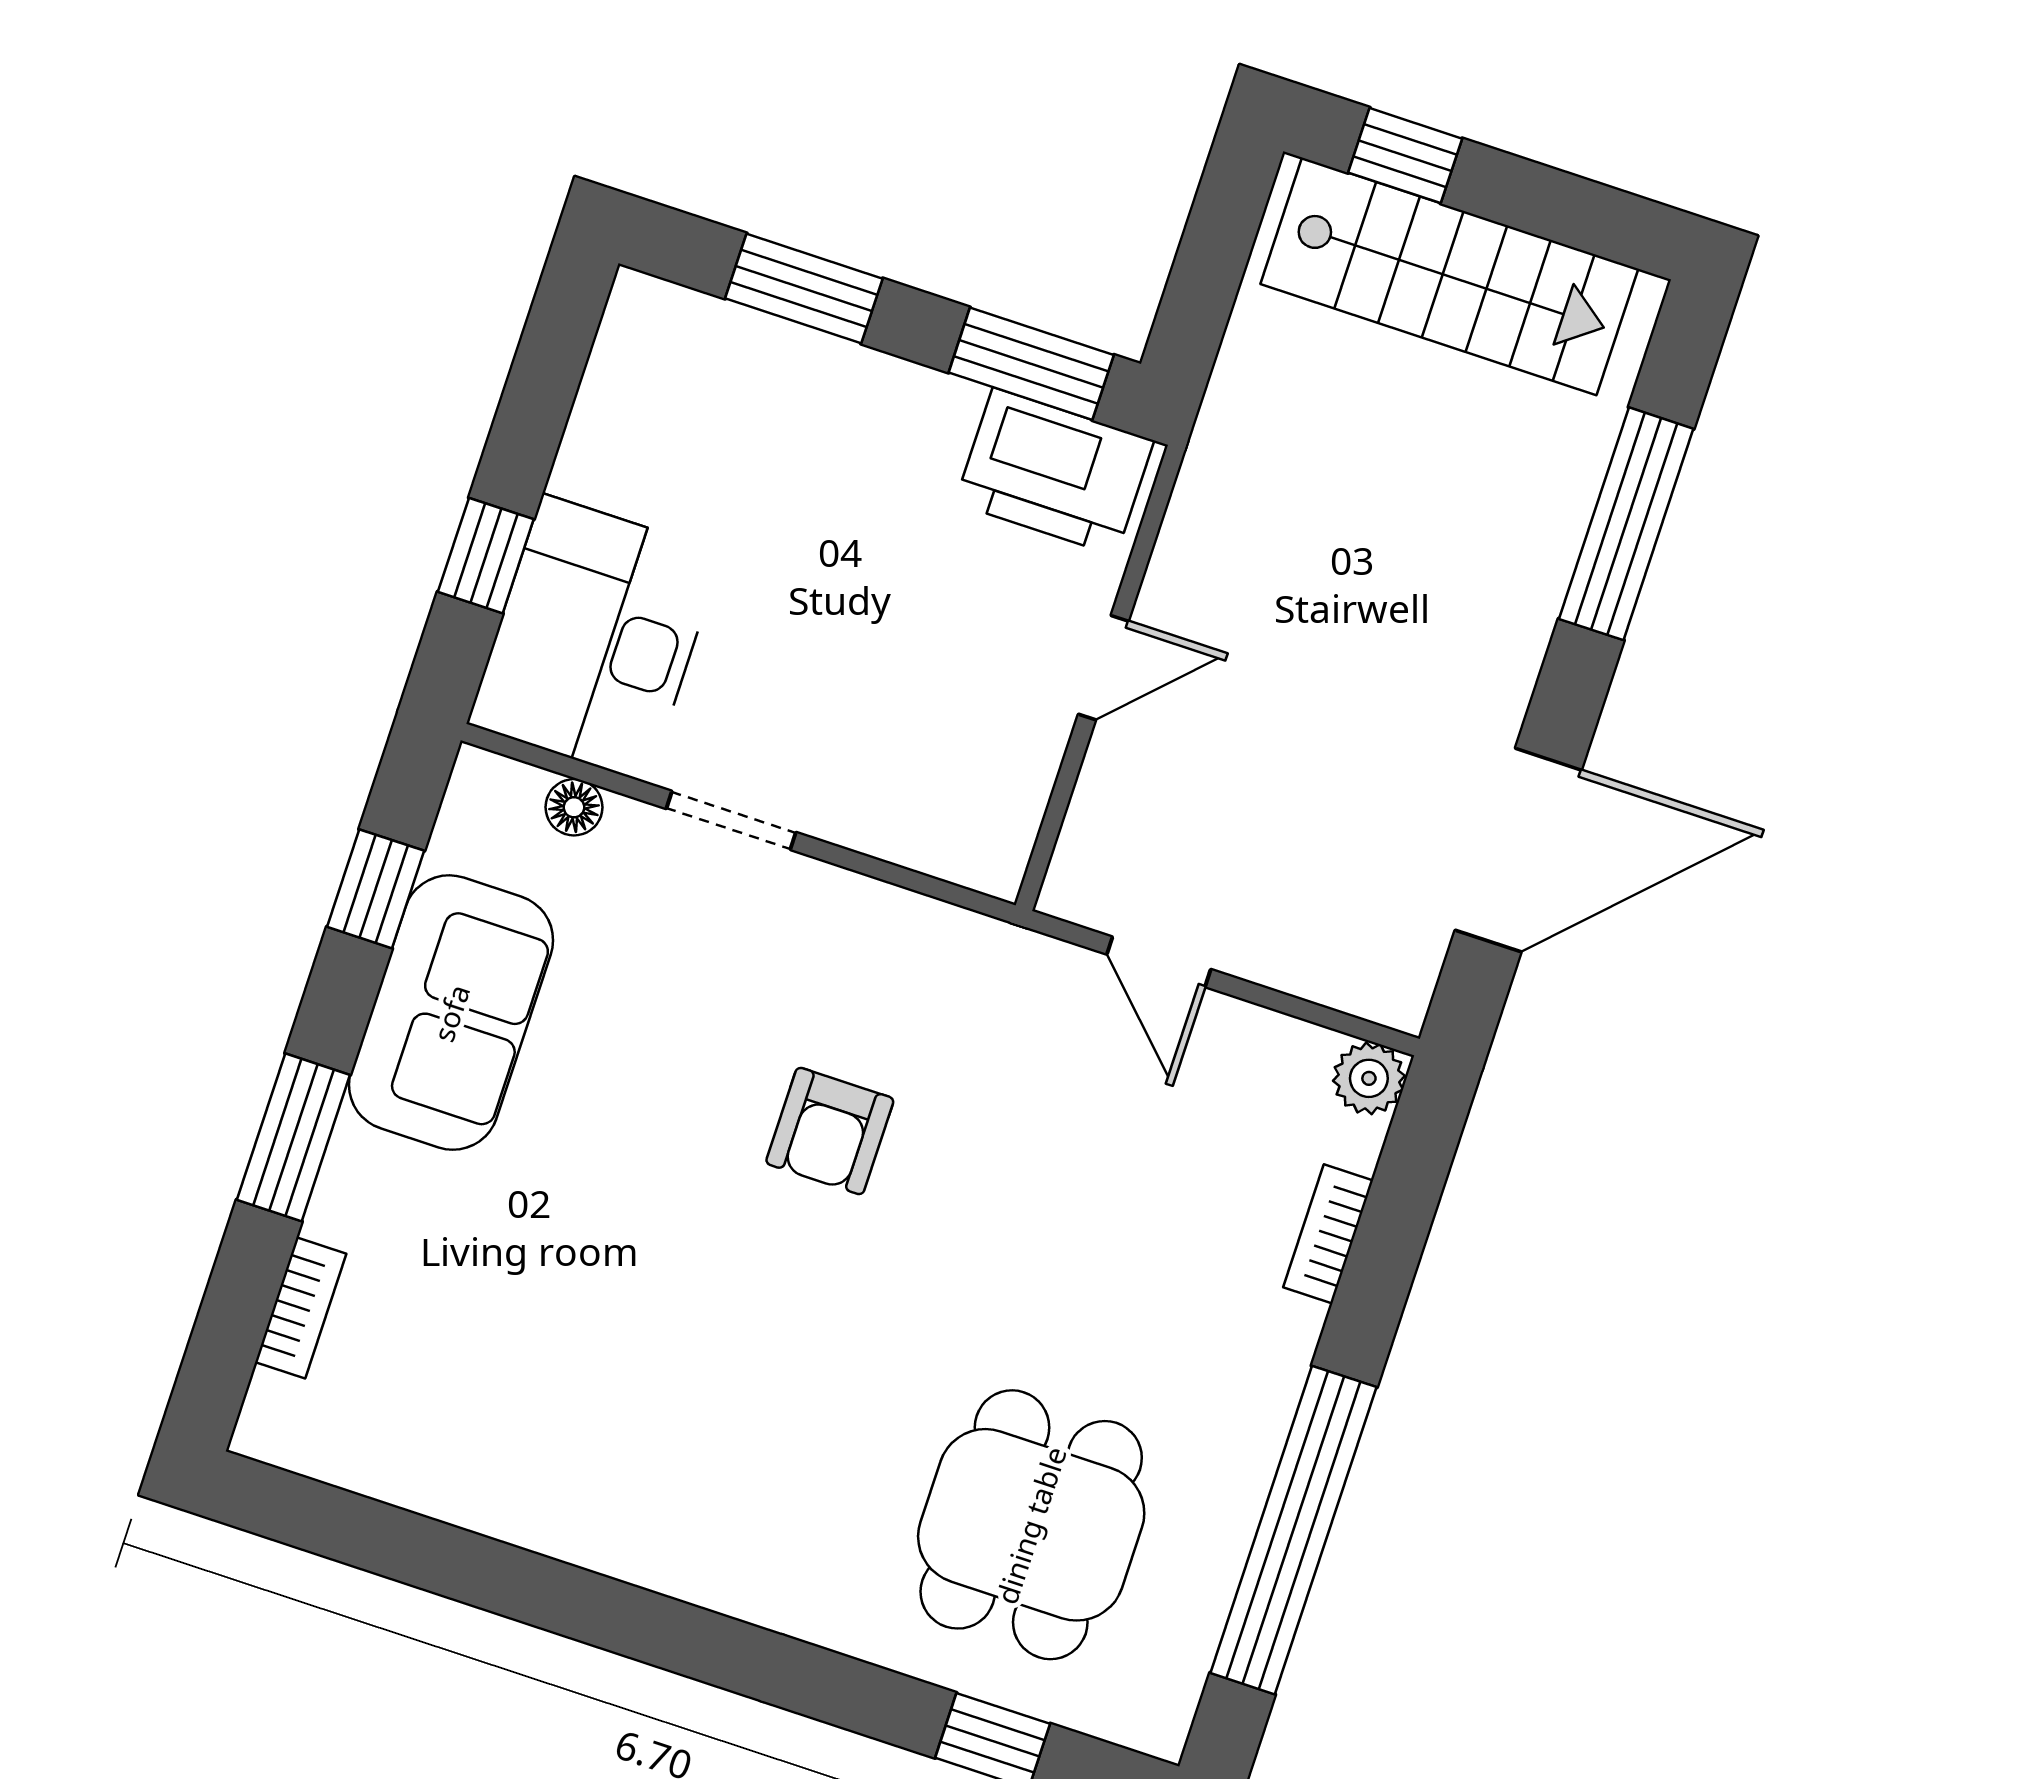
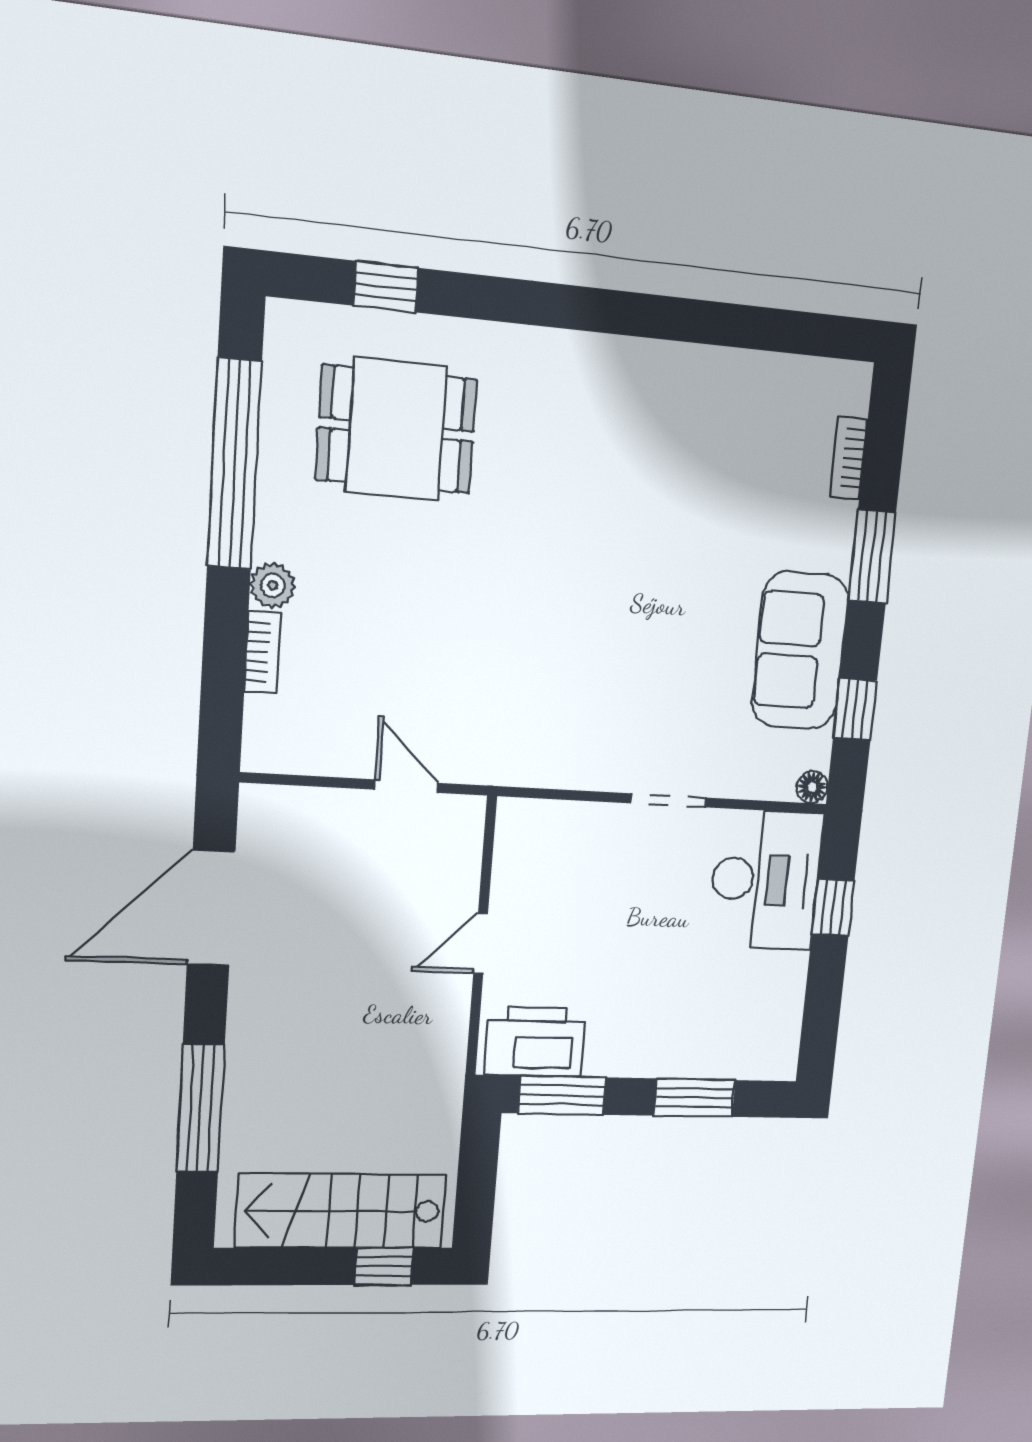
floor lamp: (574, 807) -> (812, 787), moved
plant: (1369, 1078) -> (273, 585), moved
armchair: (830, 1131) -> (572, 638), removed
dining table: (1031, 1525) -> (396, 429), turned 90

